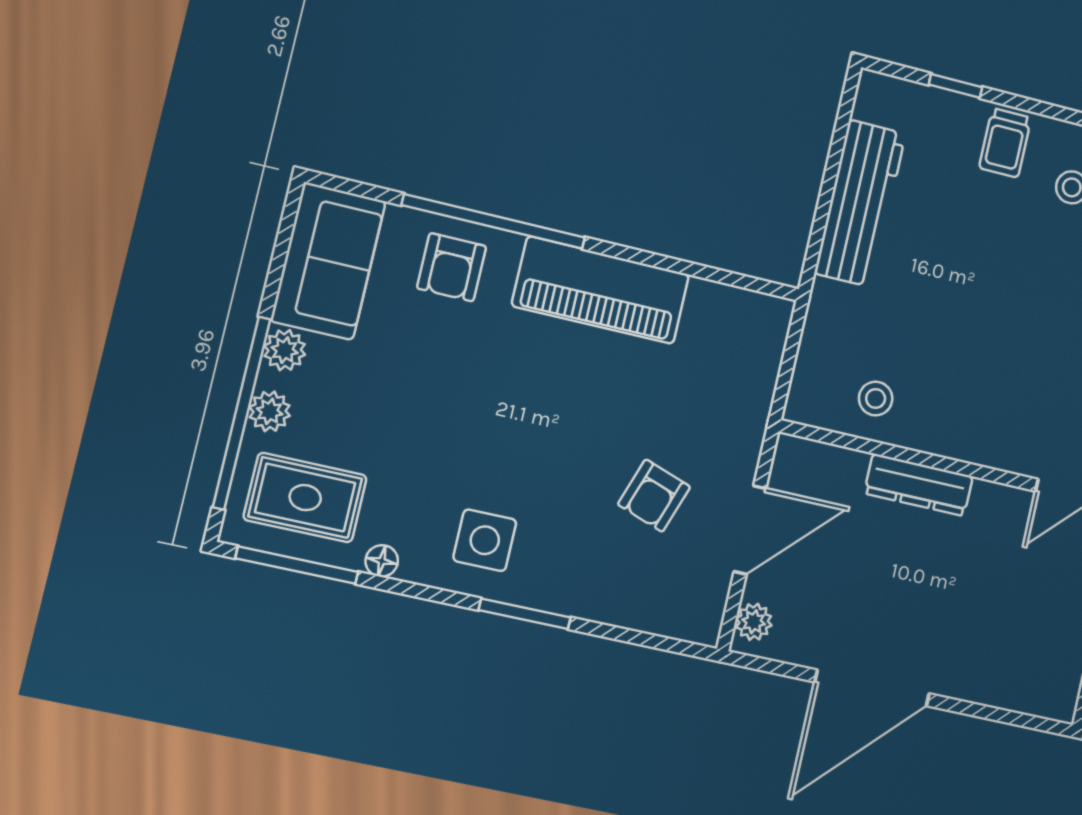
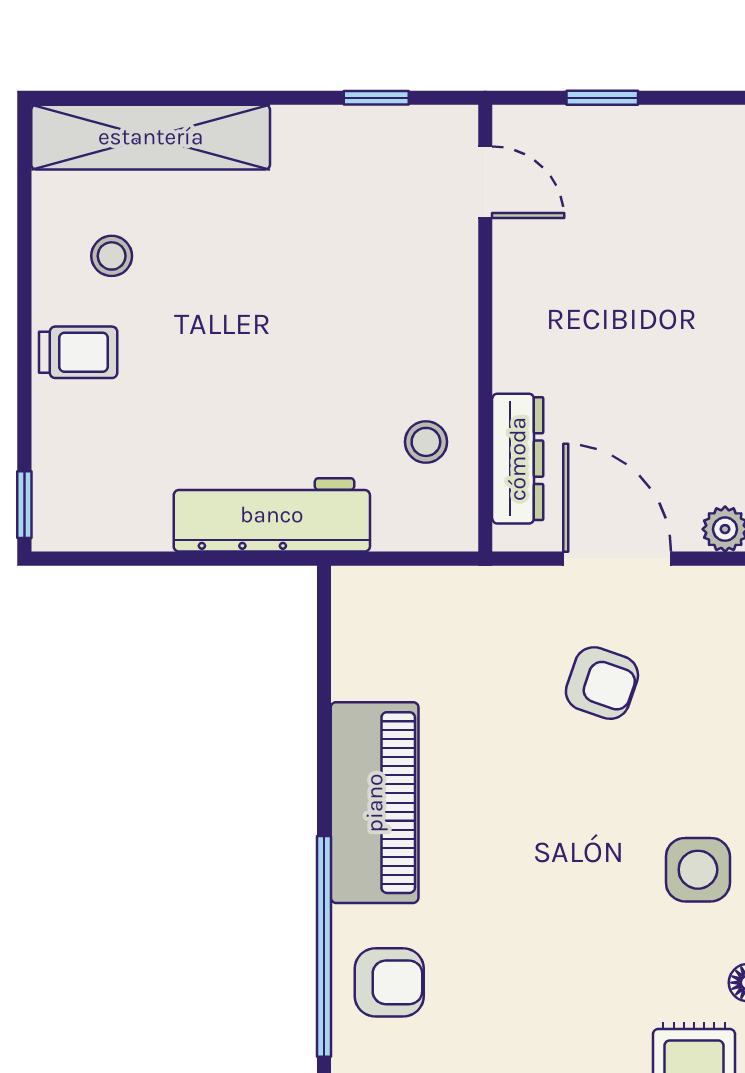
window: (956, 86) -> (24, 505), moved
workbench: (860, 203) -> (272, 515), moved
dresser: (919, 485) -> (518, 459), moved

